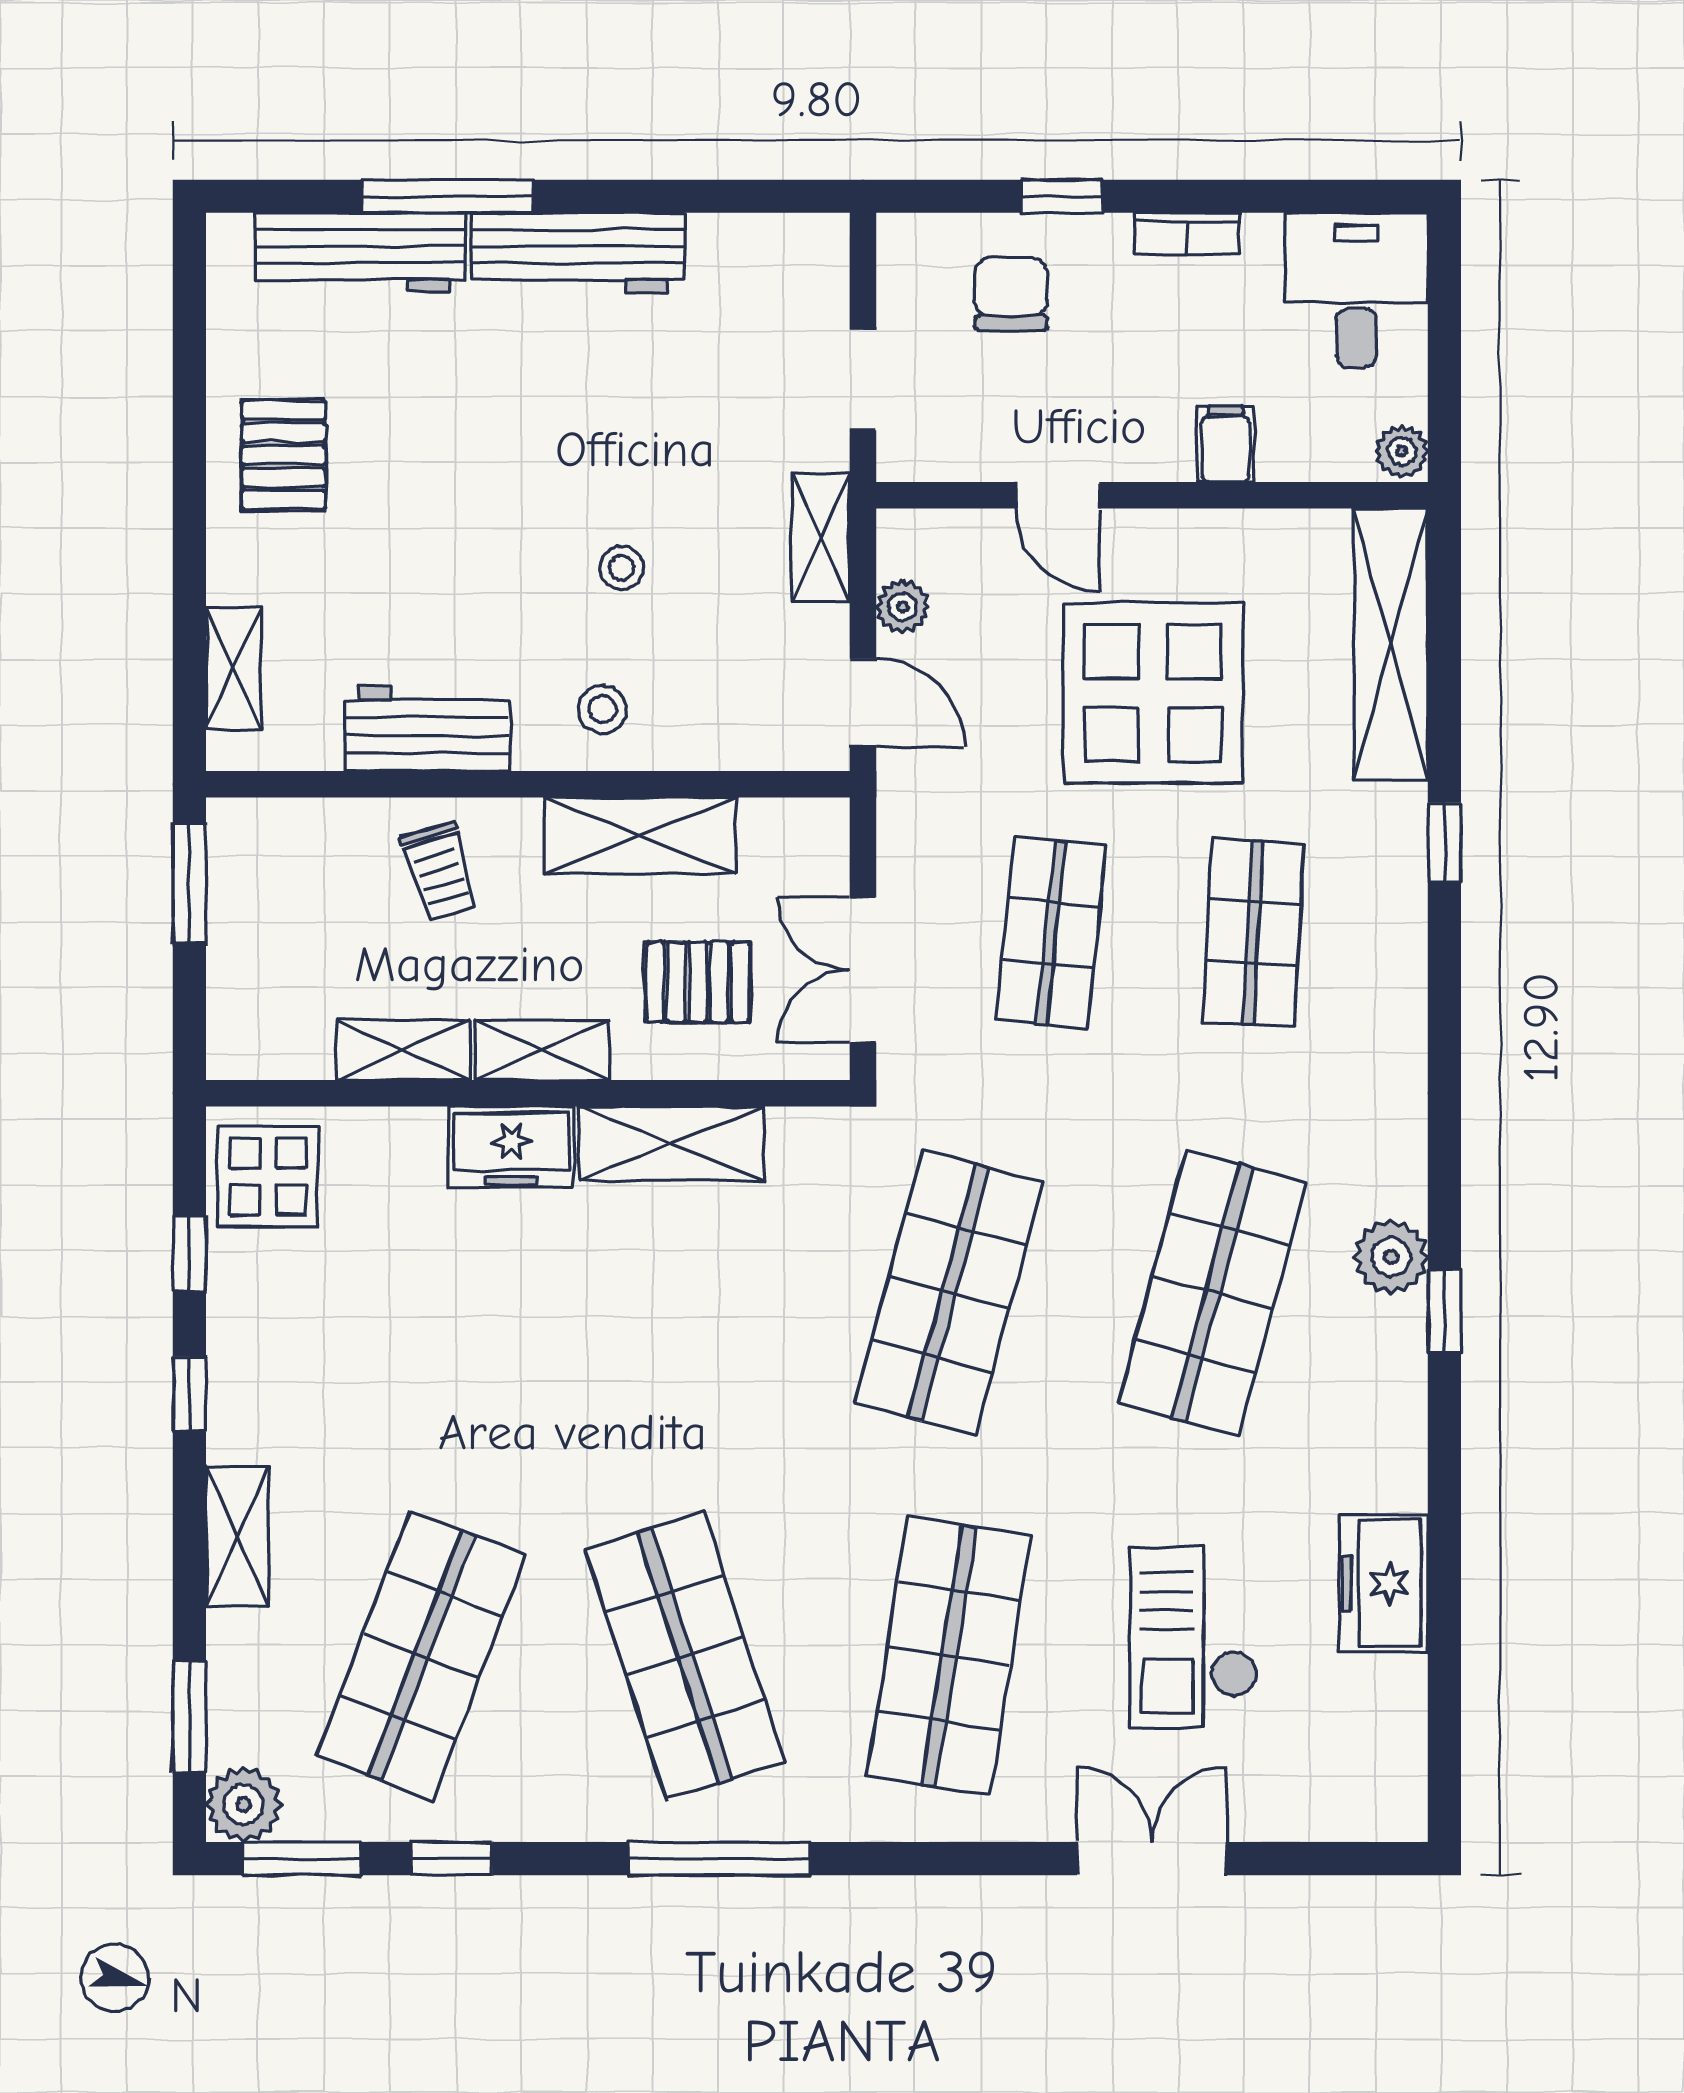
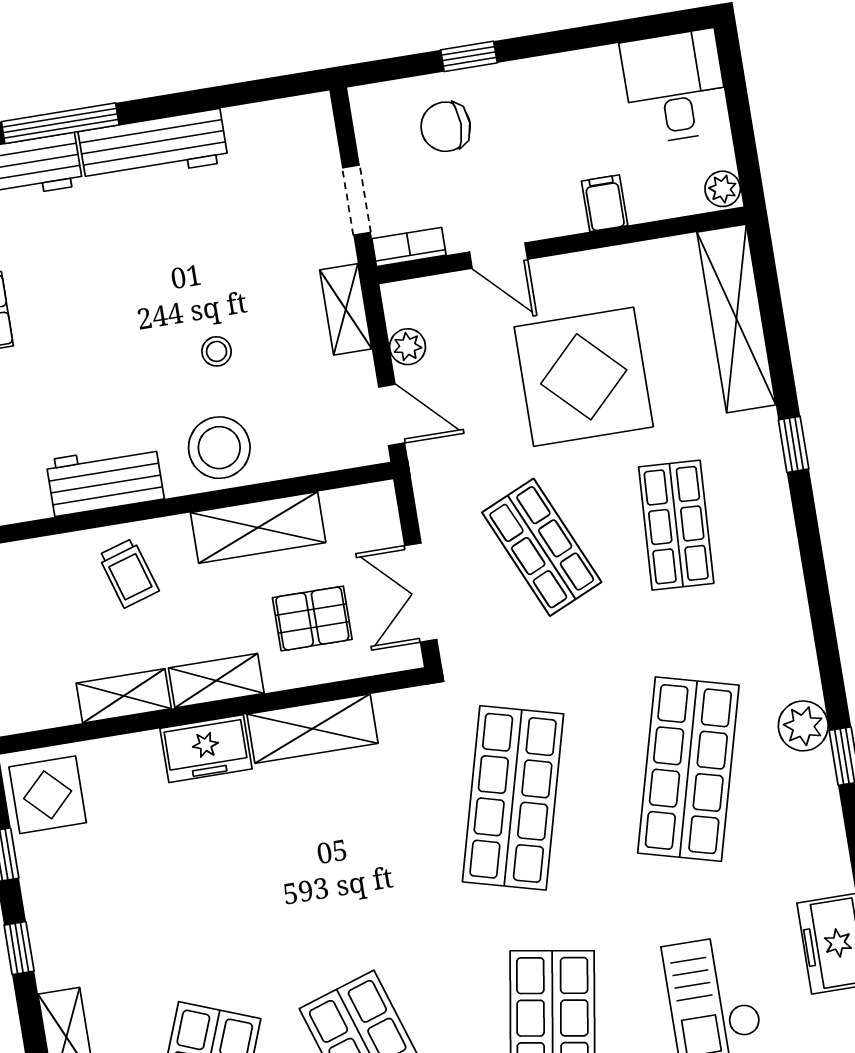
bookcase: (1187, 234) -> (409, 247), moved, turned 180
chair: (1011, 294) -> (446, 127), turned -90
stool: (603, 709) -> (219, 448), width x1.89, depth x1.89
shop shelf: (1051, 933) -> (542, 547), turned -30

